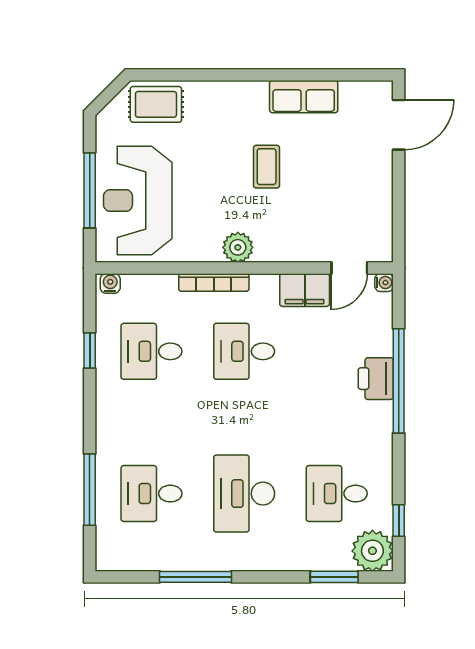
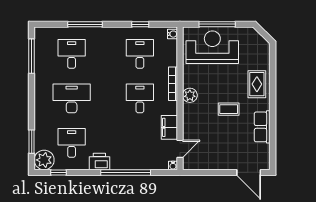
rug: (156, 104) -> (257, 84), moved
door: (349, 268) -> (180, 149), swing flipped
printer: (376, 379) -> (99, 162), moved
window: (90, 490) -> (85, 24), moved
window: (195, 577) -> (32, 56), moved

